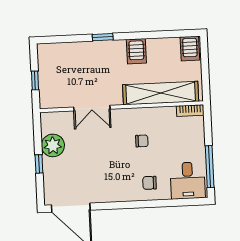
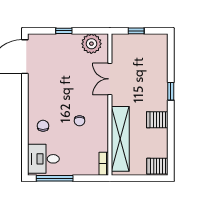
plant: (53, 145) -> (91, 44), moved

